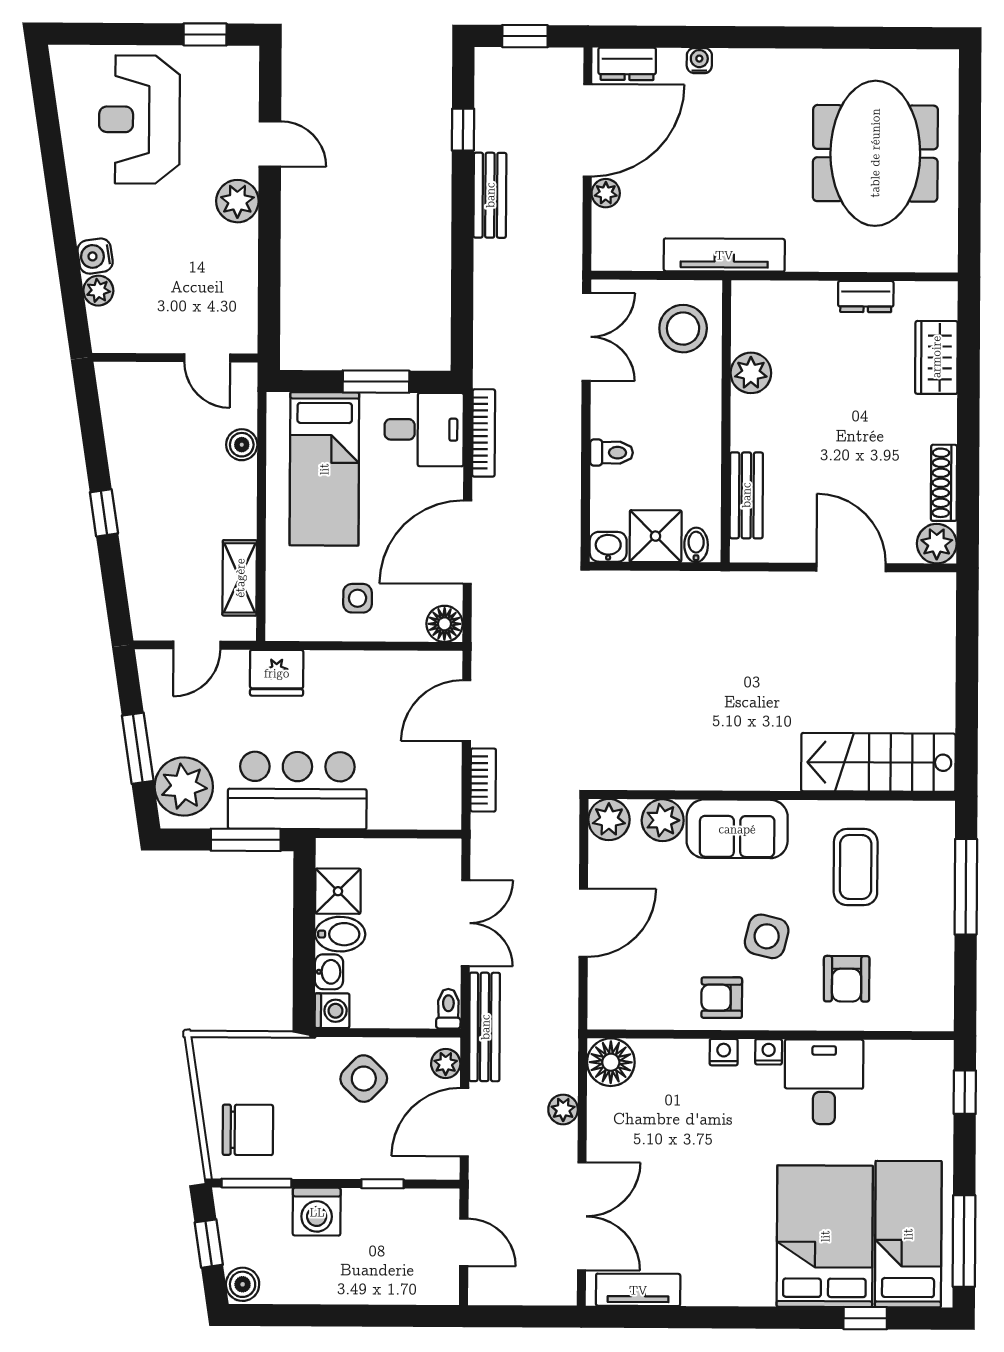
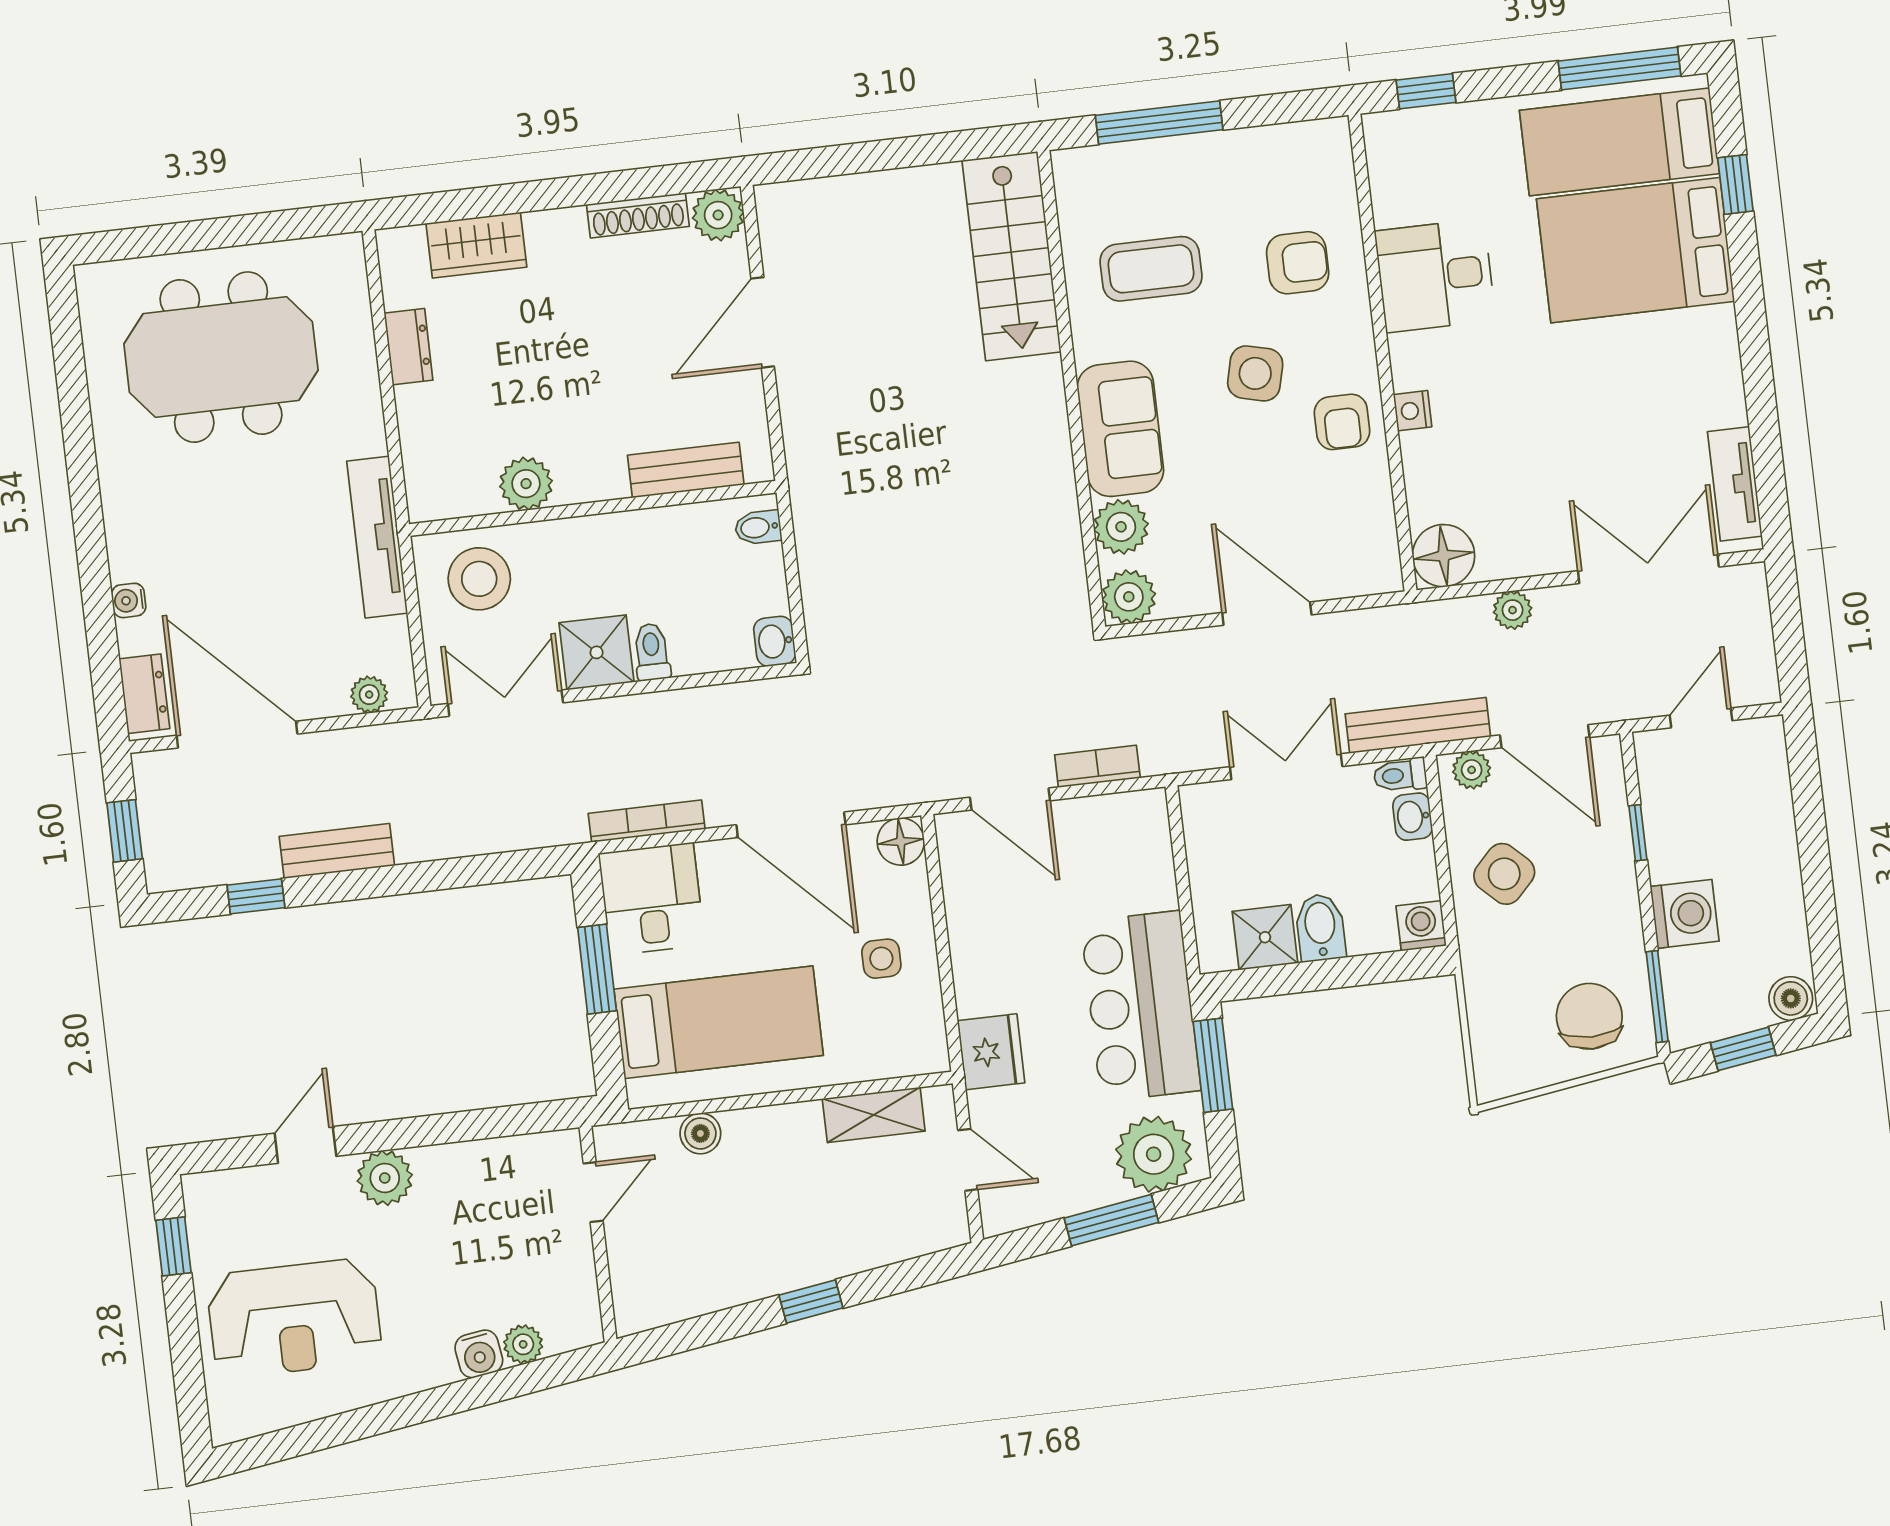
plant: (606, 193) -> (369, 695), moved
shower: (656, 536) -> (597, 652), moved
washbasin: (329, 972) -> (1413, 817), moved, turned -90
nightstand: (769, 1052) -> (1405, 352), removed

